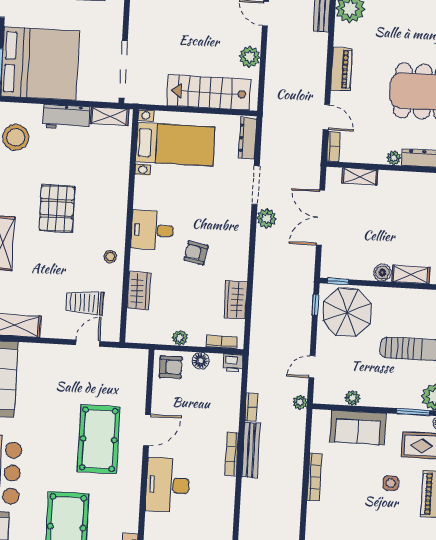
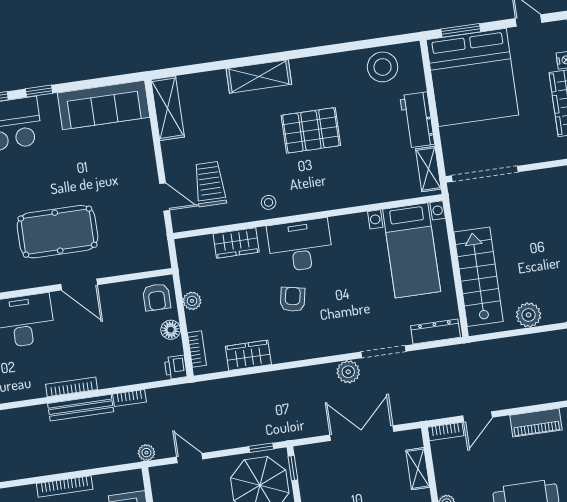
desk: (152, 230) -> (300, 246), width x1.37

